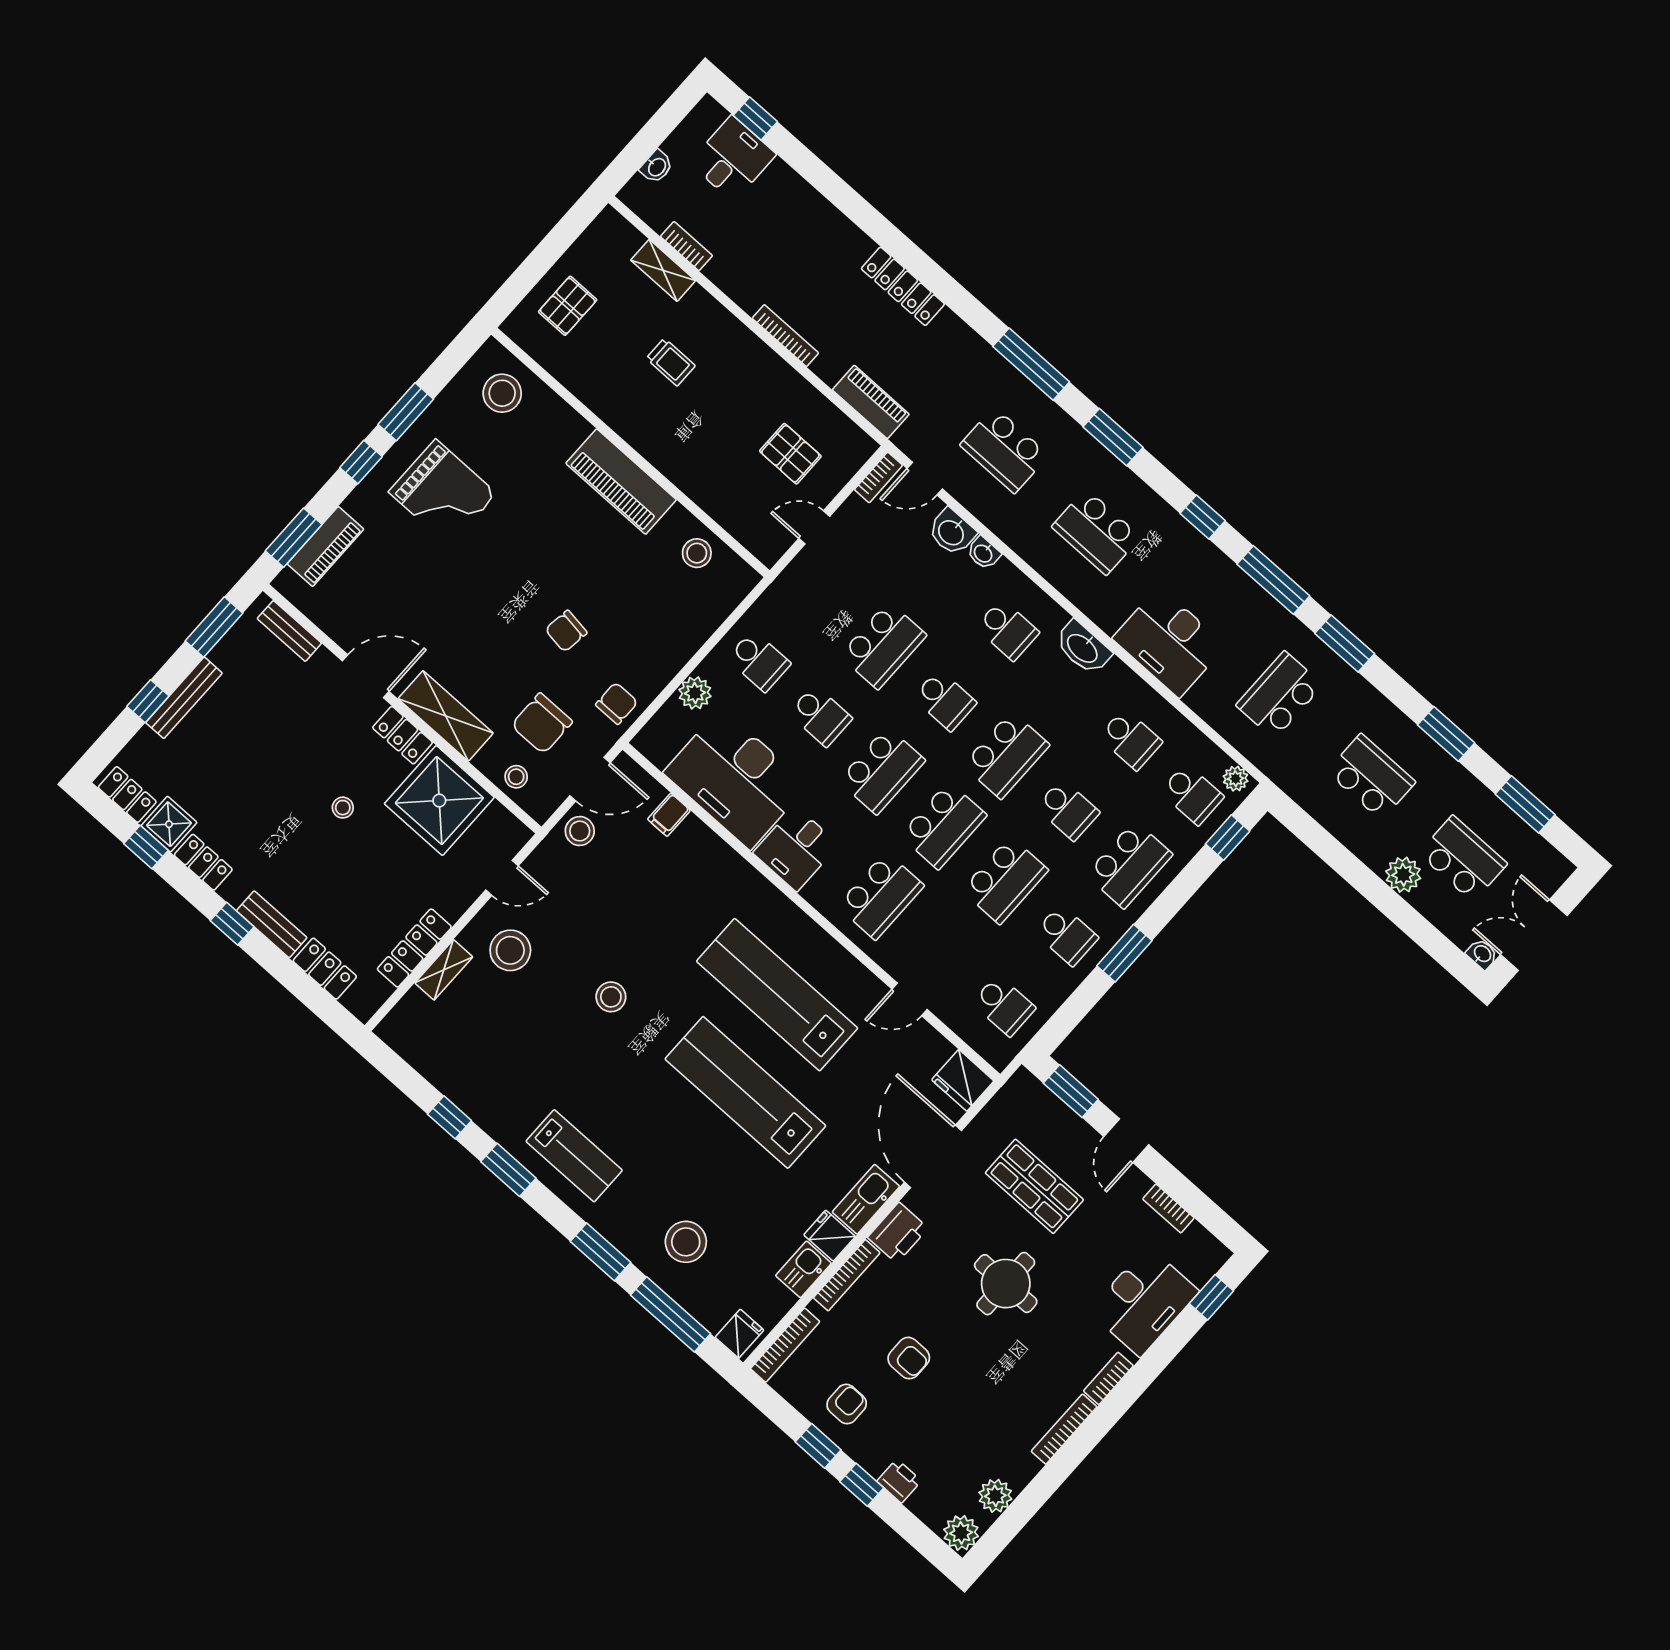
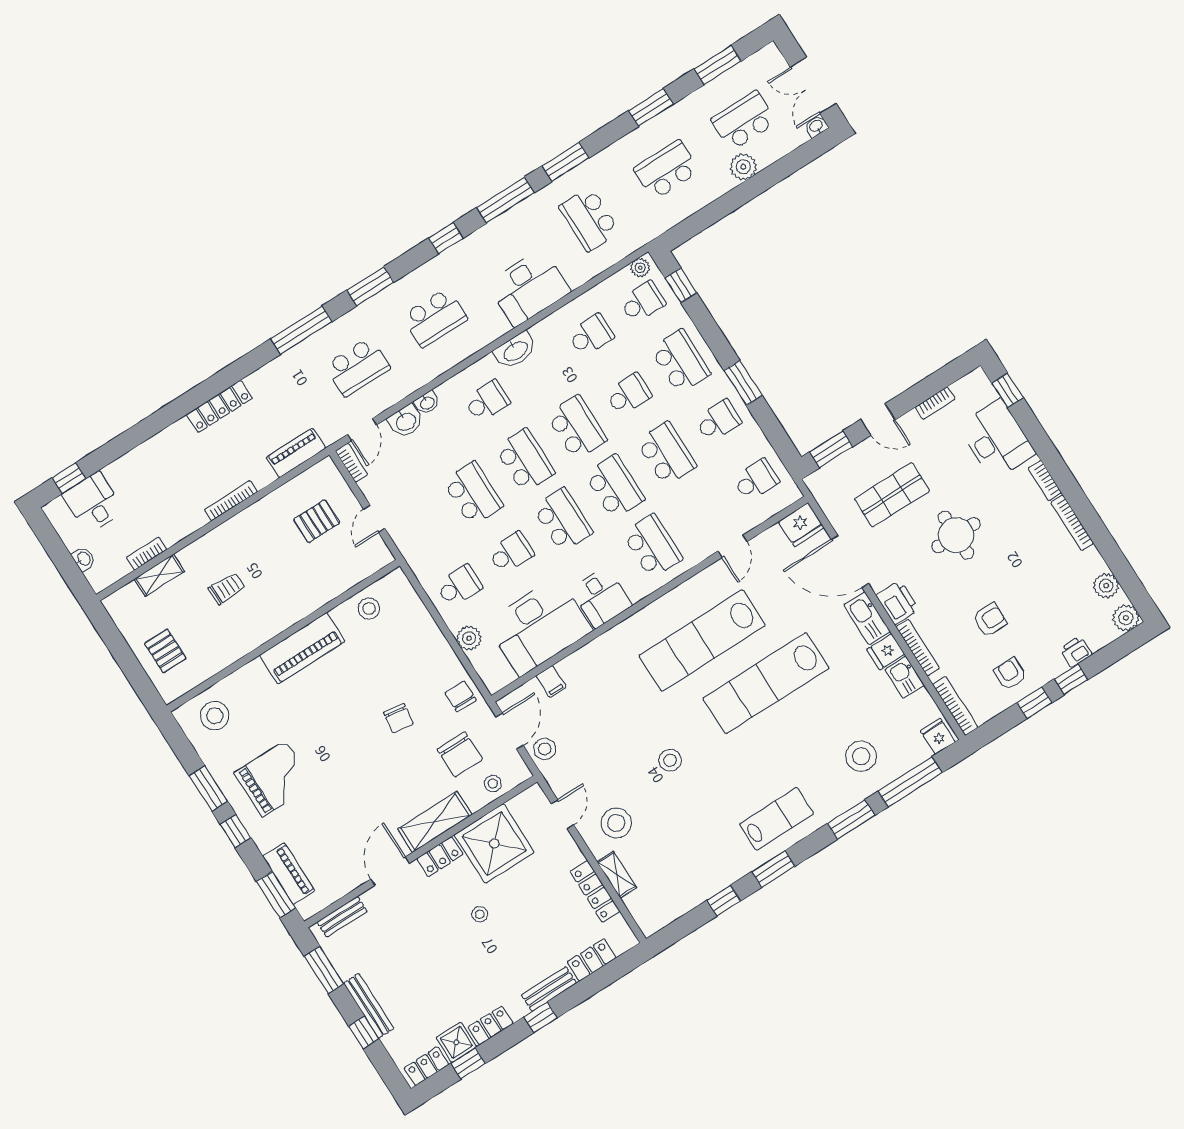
school desk: (945, 700) -> (525, 460), width x1.85

